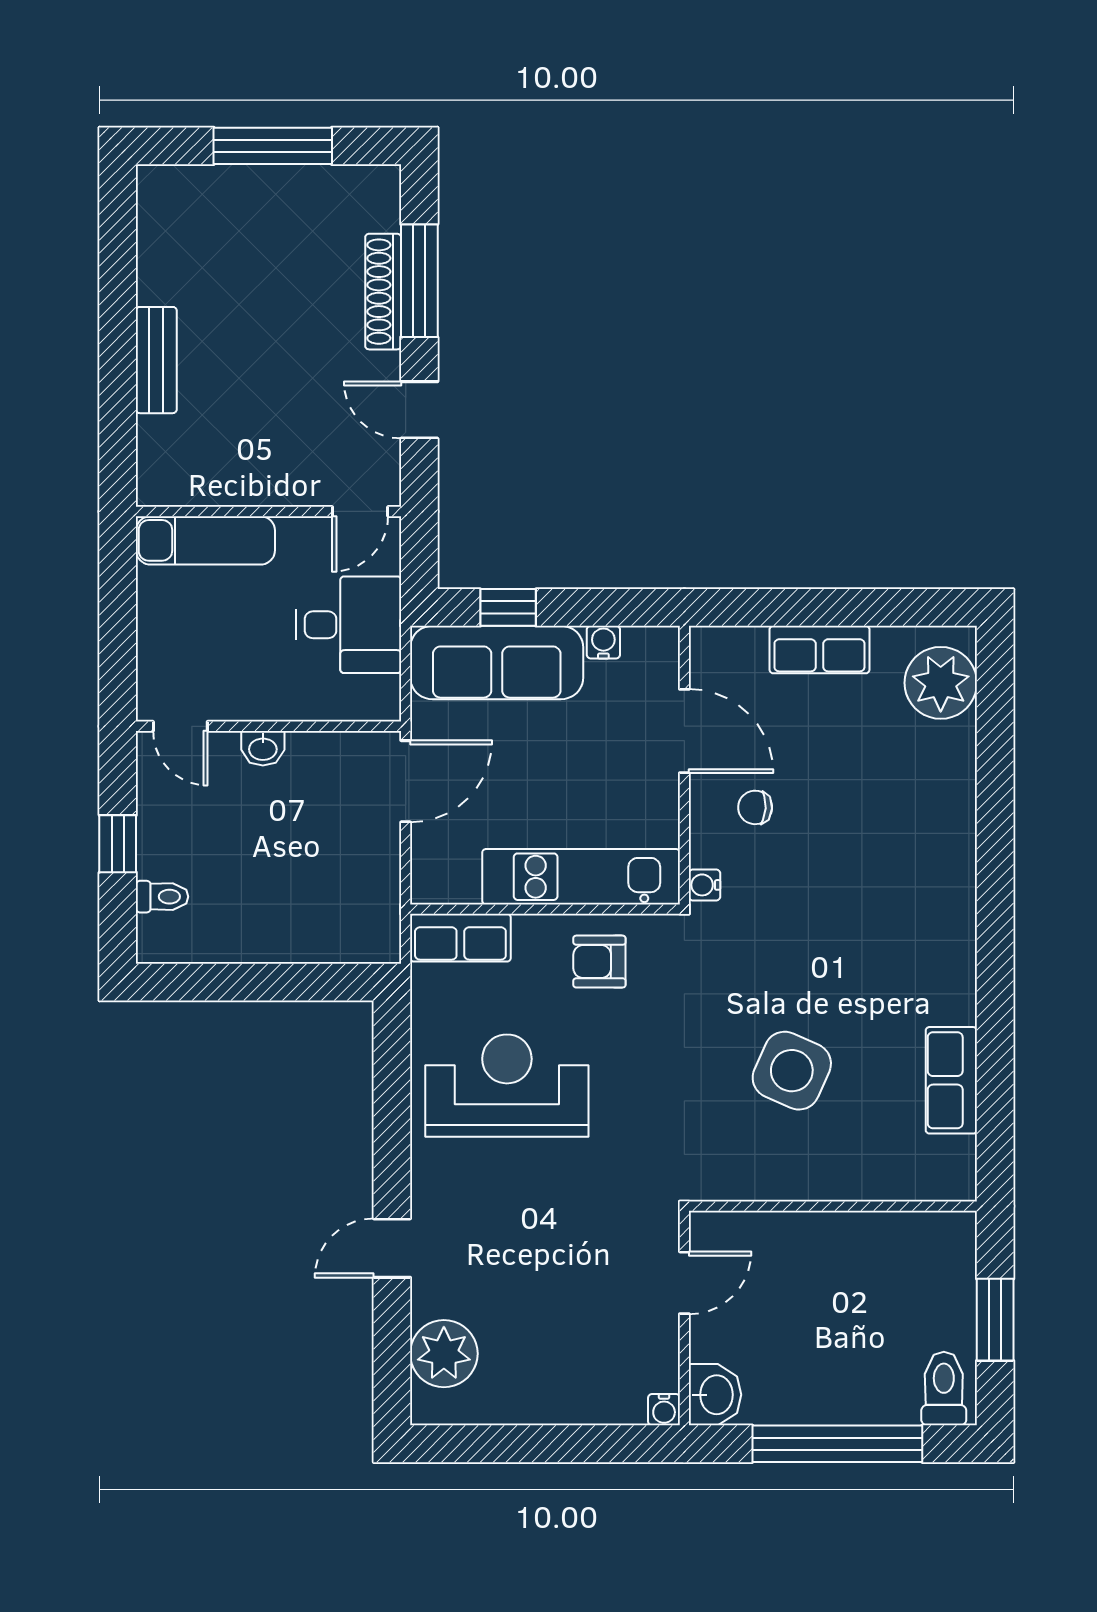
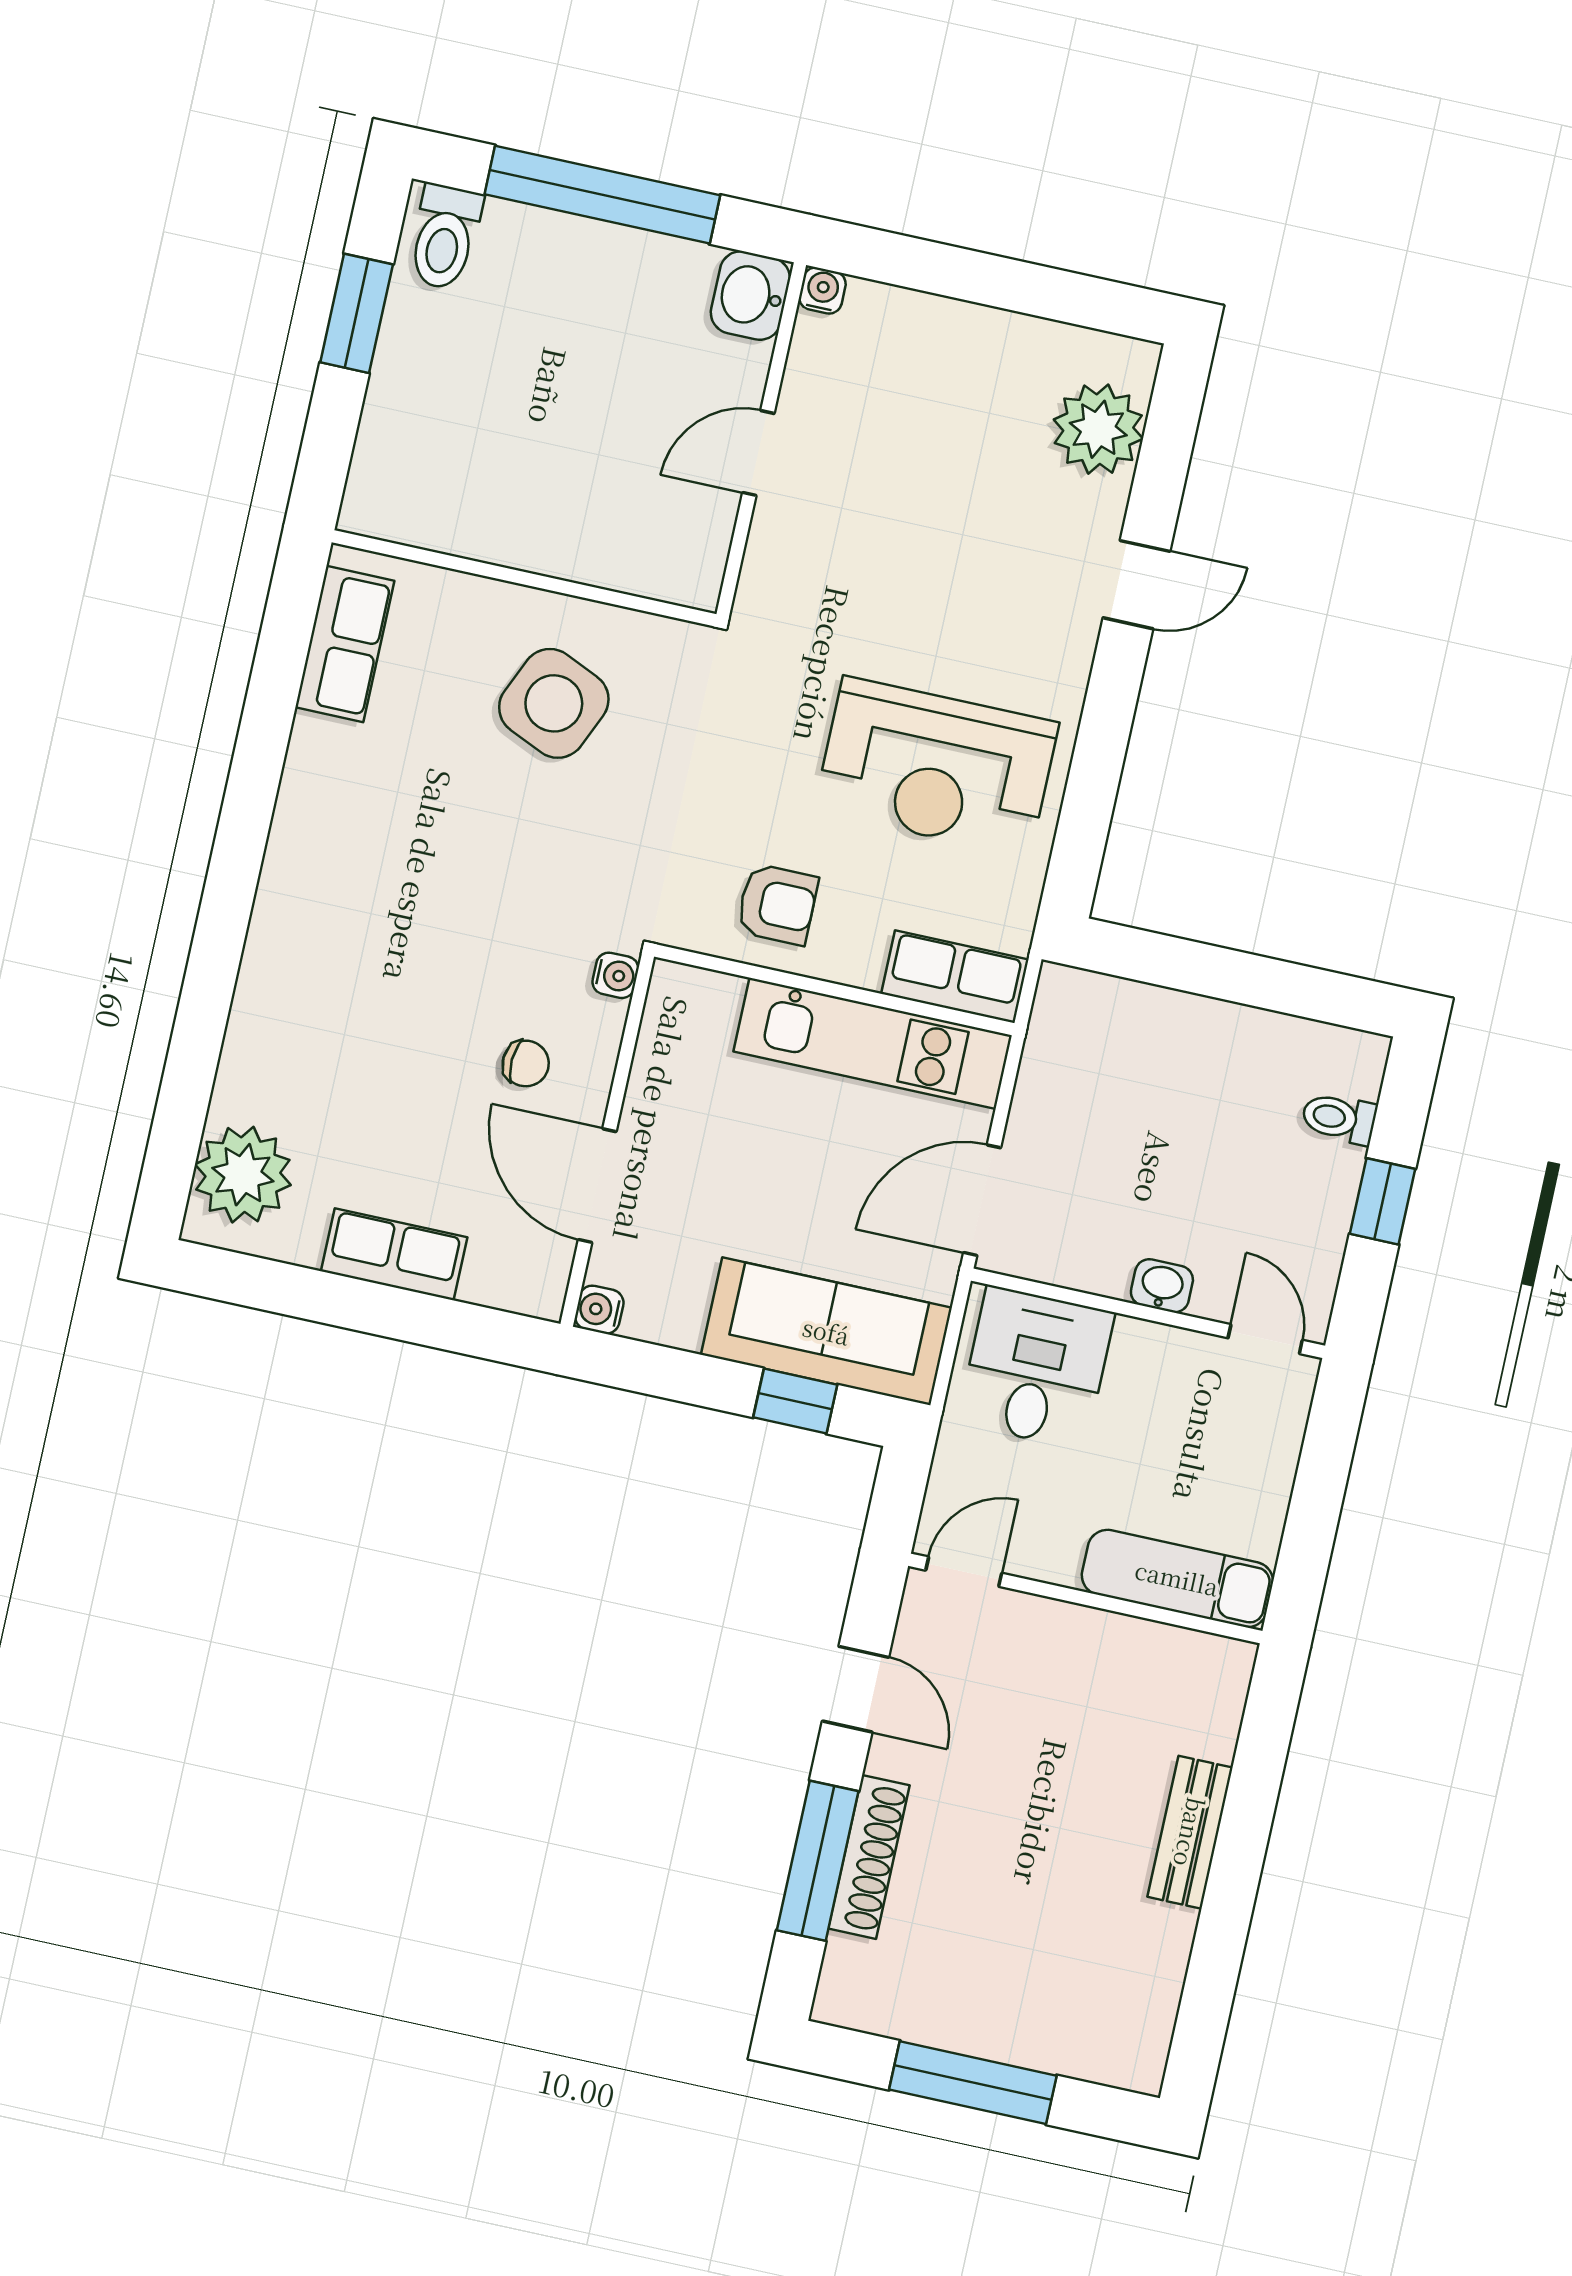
desk: (349, 625) -> (1036, 1368), moved, turned 90
water cooler: (603, 642) -> (599, 1310), moved, turned 90
kitchen unit: (581, 877) -> (873, 1043), moved
wall: (833, 1206) -> (524, 578), moved

